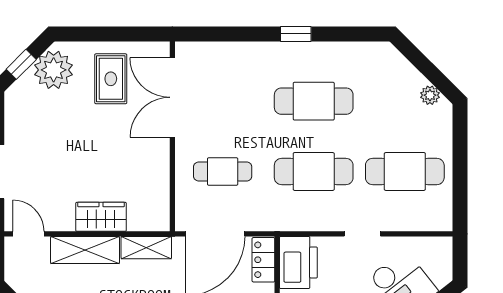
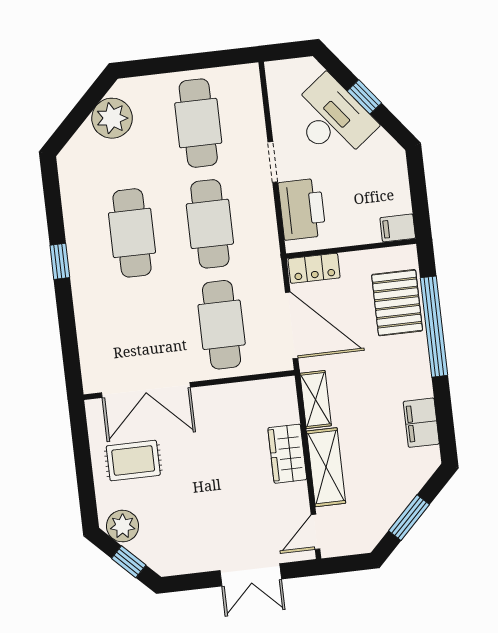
plant: (54, 70) -> (123, 526), width x0.73, depth x0.73
plant: (430, 95) -> (112, 118), width x1.88, depth x1.88
cafe table: (223, 171) -> (222, 325), width x1.37, depth x1.35
printer: (298, 262) -> (302, 209), moved, turned 90

